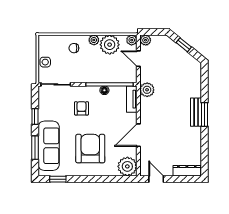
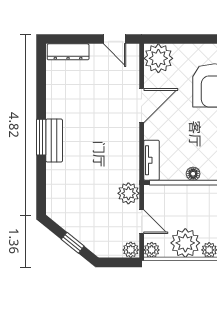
plant: (147, 90) -> (128, 193), moved

